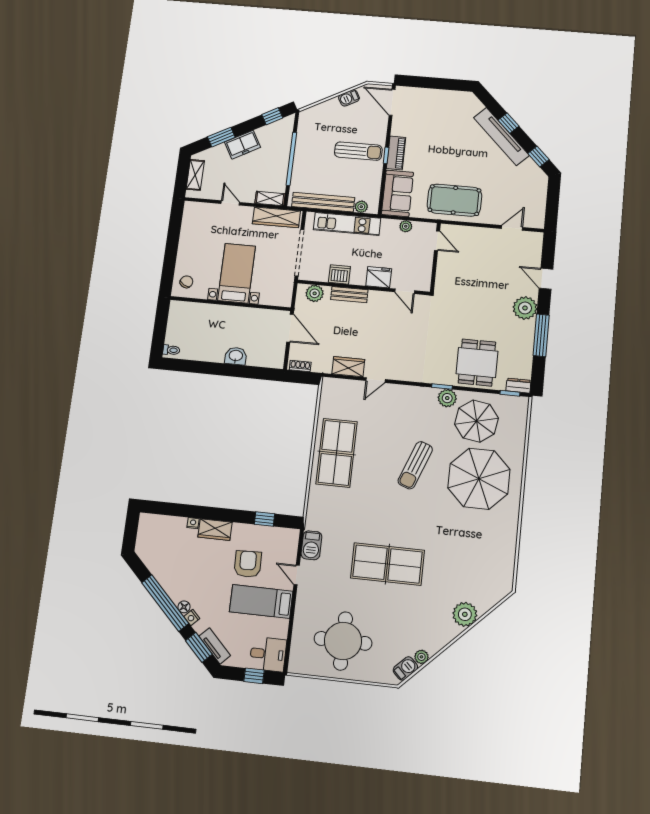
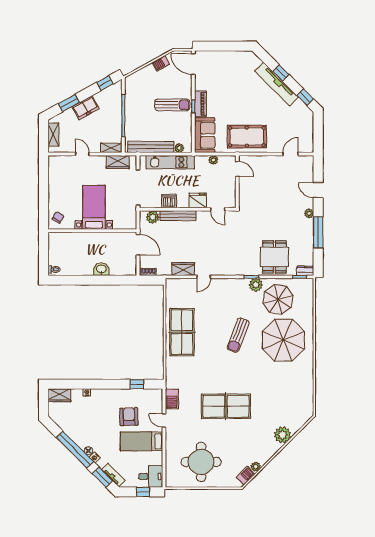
wardrobe: (276, 217) -> (118, 162), width x0.67
bench: (349, 295) -> (178, 216), width x1.36
plant: (525, 308) -> (309, 213), width x0.53, depth x0.53
wardrobe: (215, 530) -> (59, 395), moved

